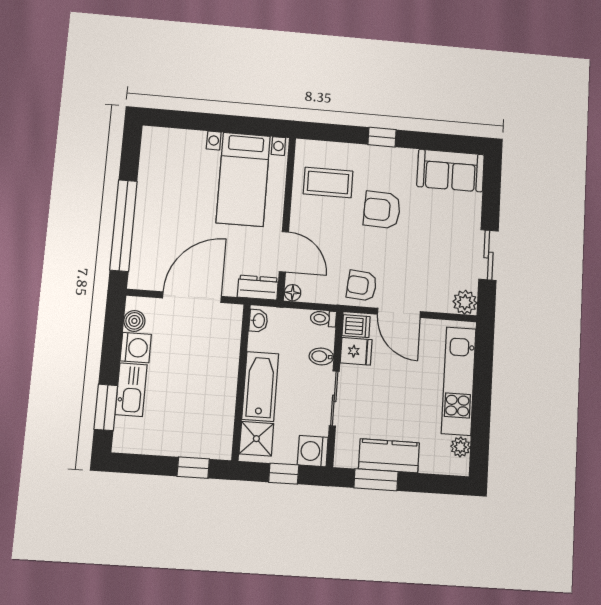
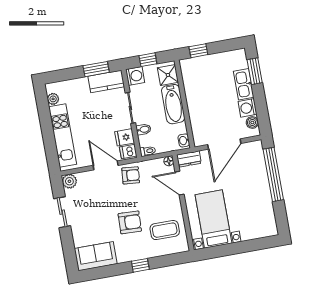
kitchen counter: (389, 456) -> (106, 81), moved

